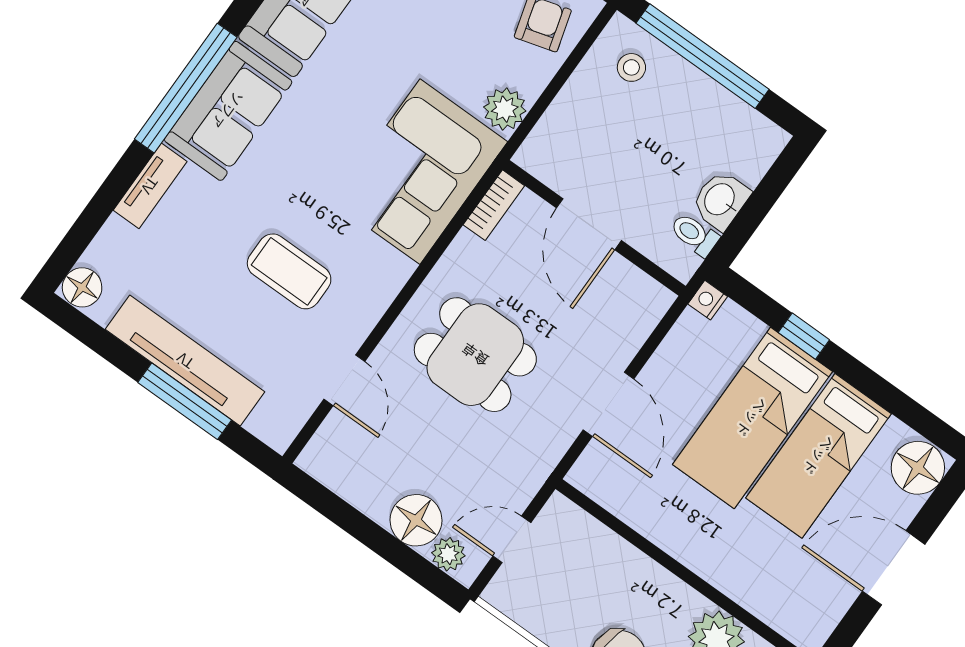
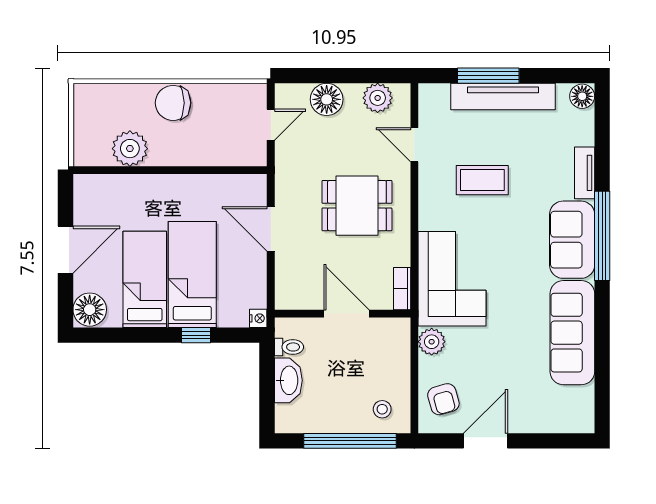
washbasin: (720, 200) -> (288, 380), width x1.38
plant: (448, 554) -> (378, 98), moved, width x1.38, depth x1.38

